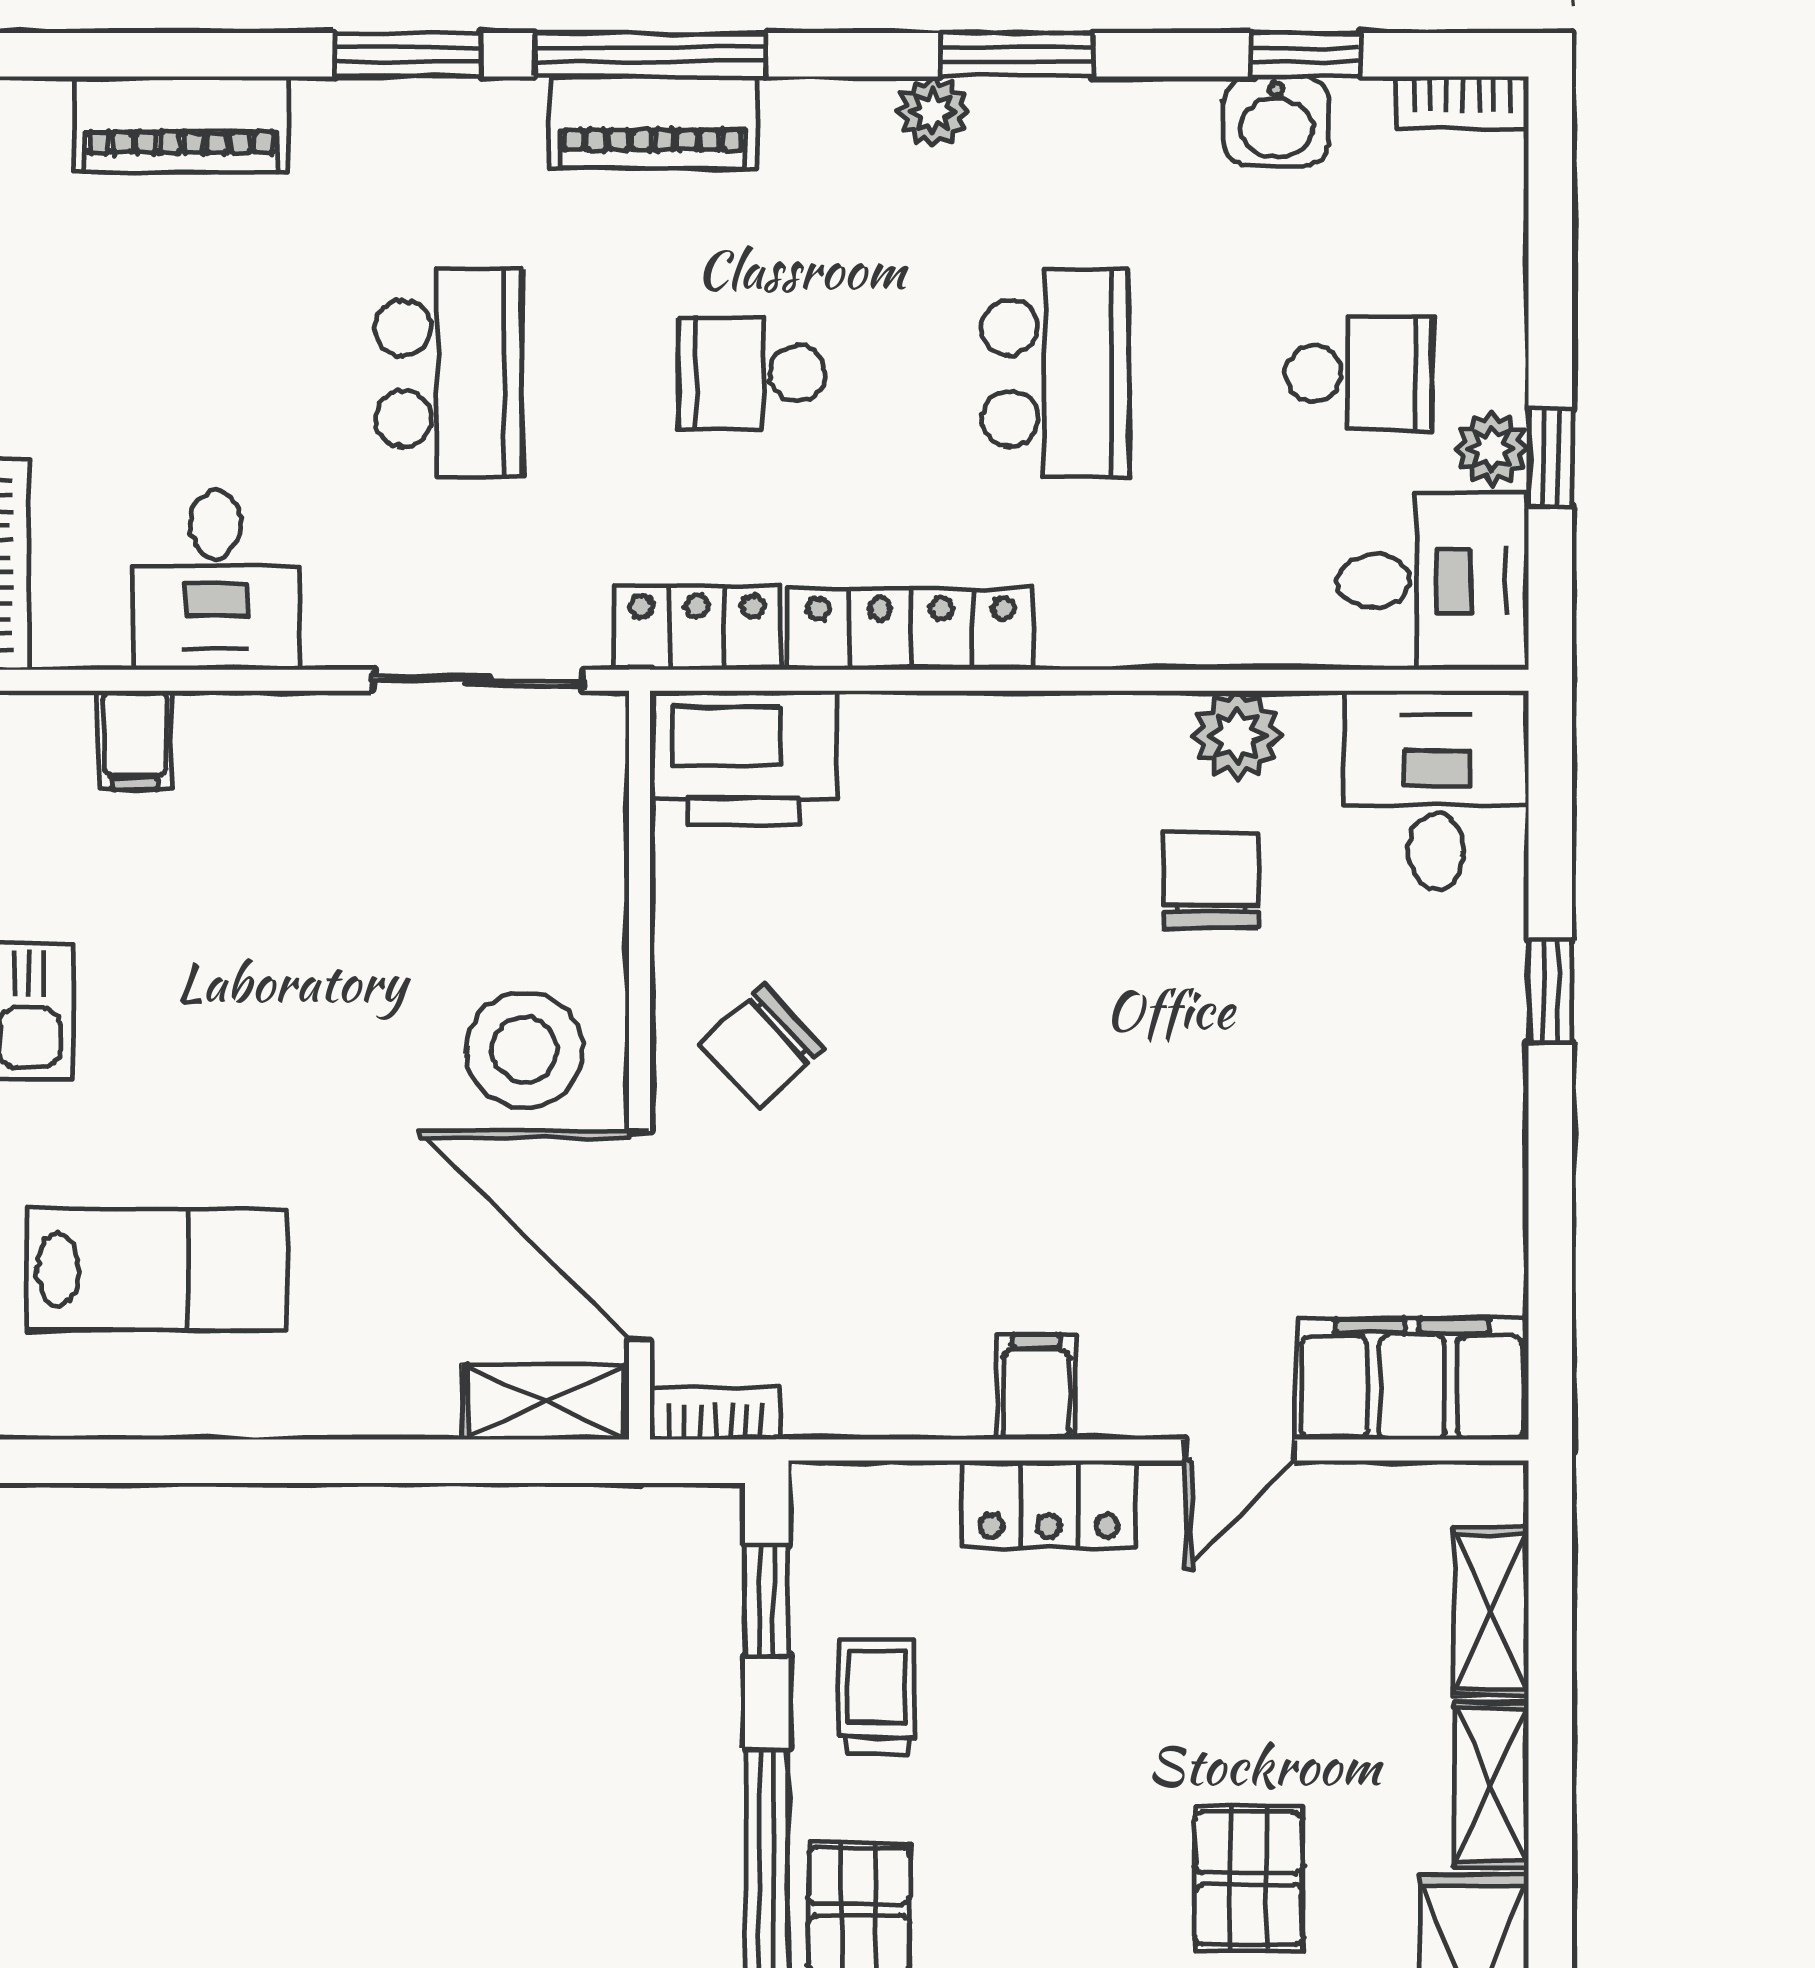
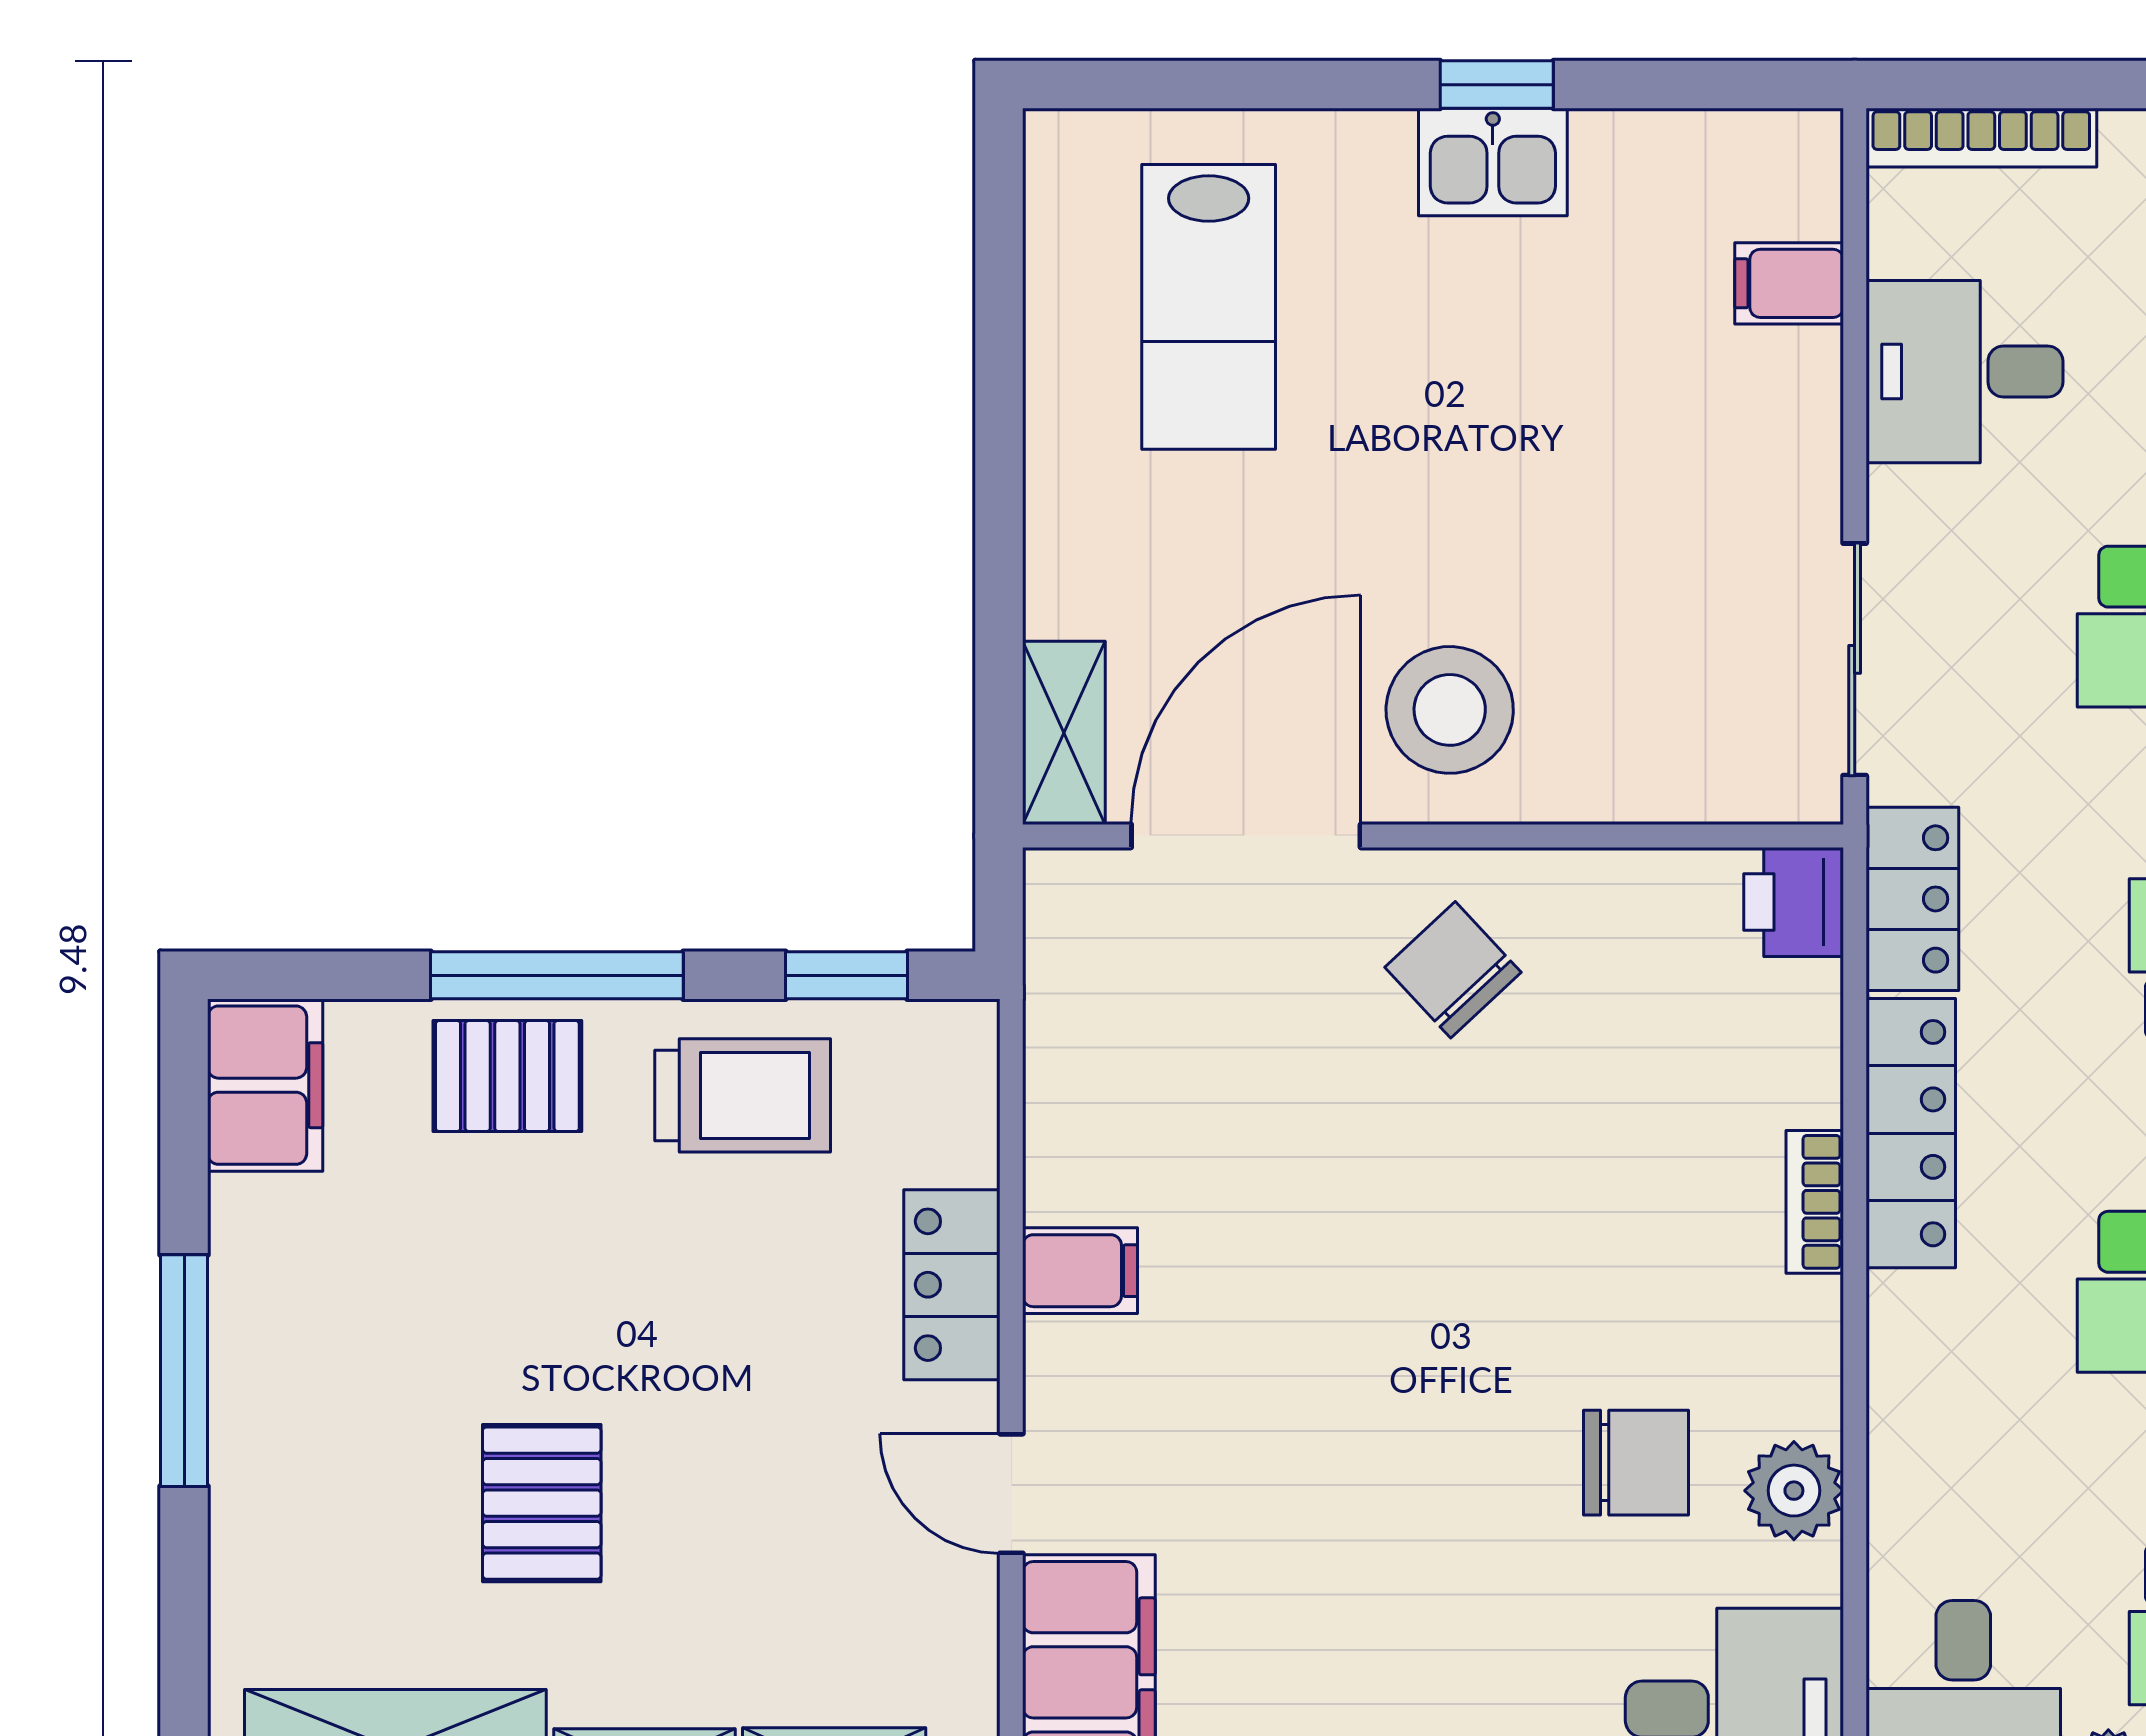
printer: (743, 758) -> (1794, 902), width x0.53, depth x0.68
bookcase: (715, 1413) -> (1815, 1202), moved, turned 180
trolley: (876, 1695) -> (743, 1095), width x1.36, depth x1.39
pallet: (1248, 1878) -> (542, 1503), turned 90

